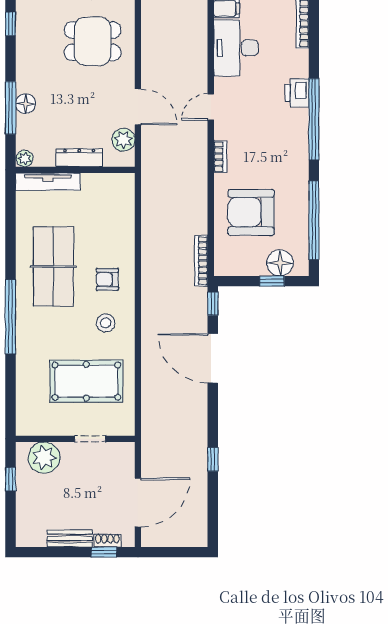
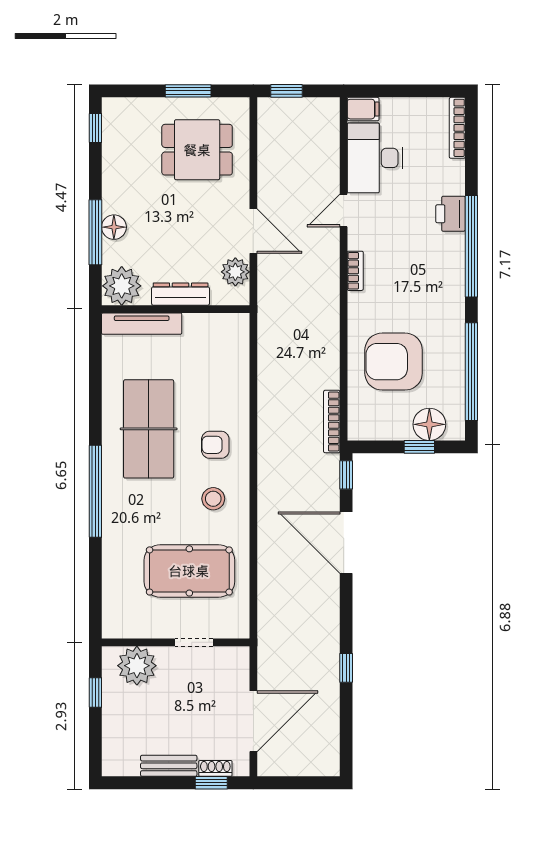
door: (211, 107) -> (344, 211), moved
bookcase: (220, 157) -> (355, 271), moved
plant: (25, 158) -> (122, 286), width x1.87, depth x1.87

